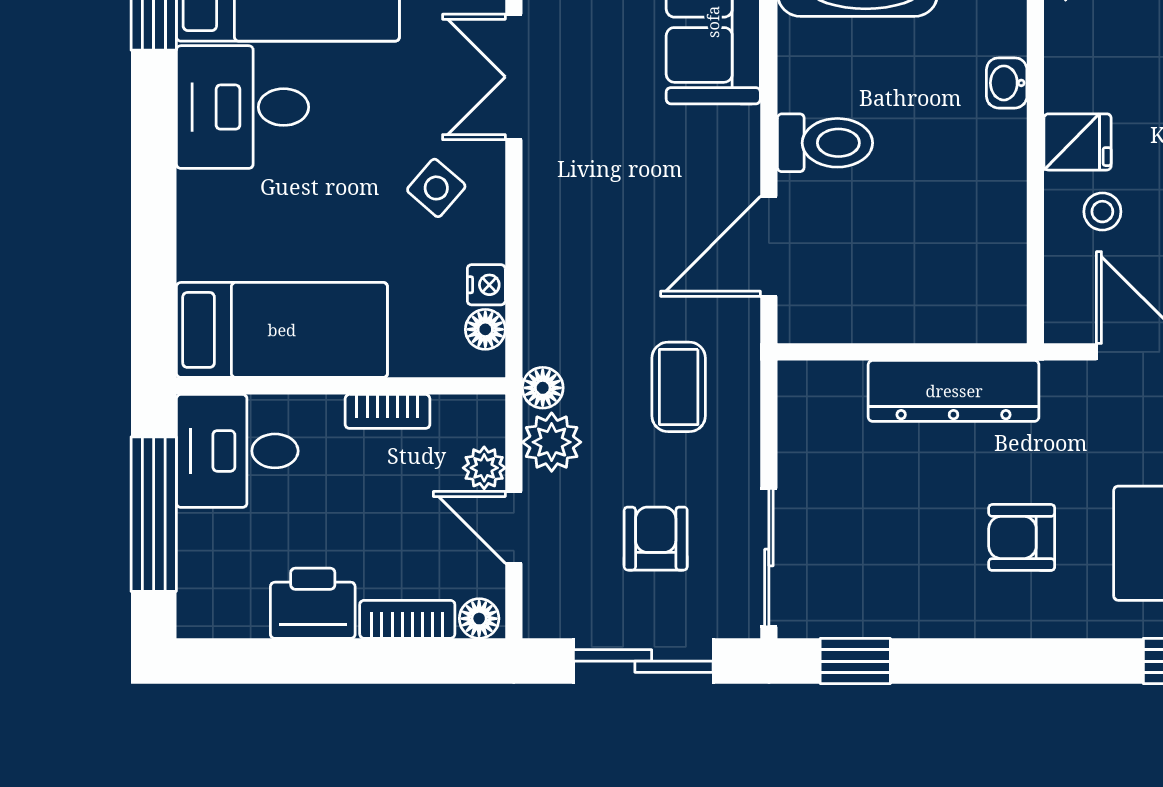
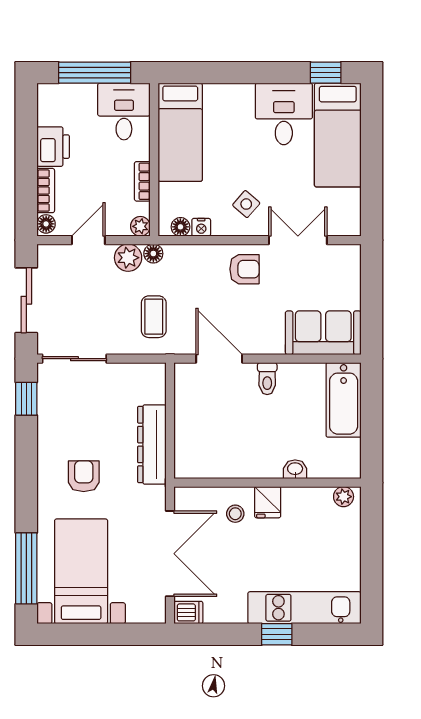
toilet: (825, 143) -> (267, 379), width x0.73, depth x0.72
coffee table: (679, 387) -> (154, 317), turned 90
plant: (484, 468) -> (140, 226), moved
armchair: (656, 539) -> (244, 269), moved

